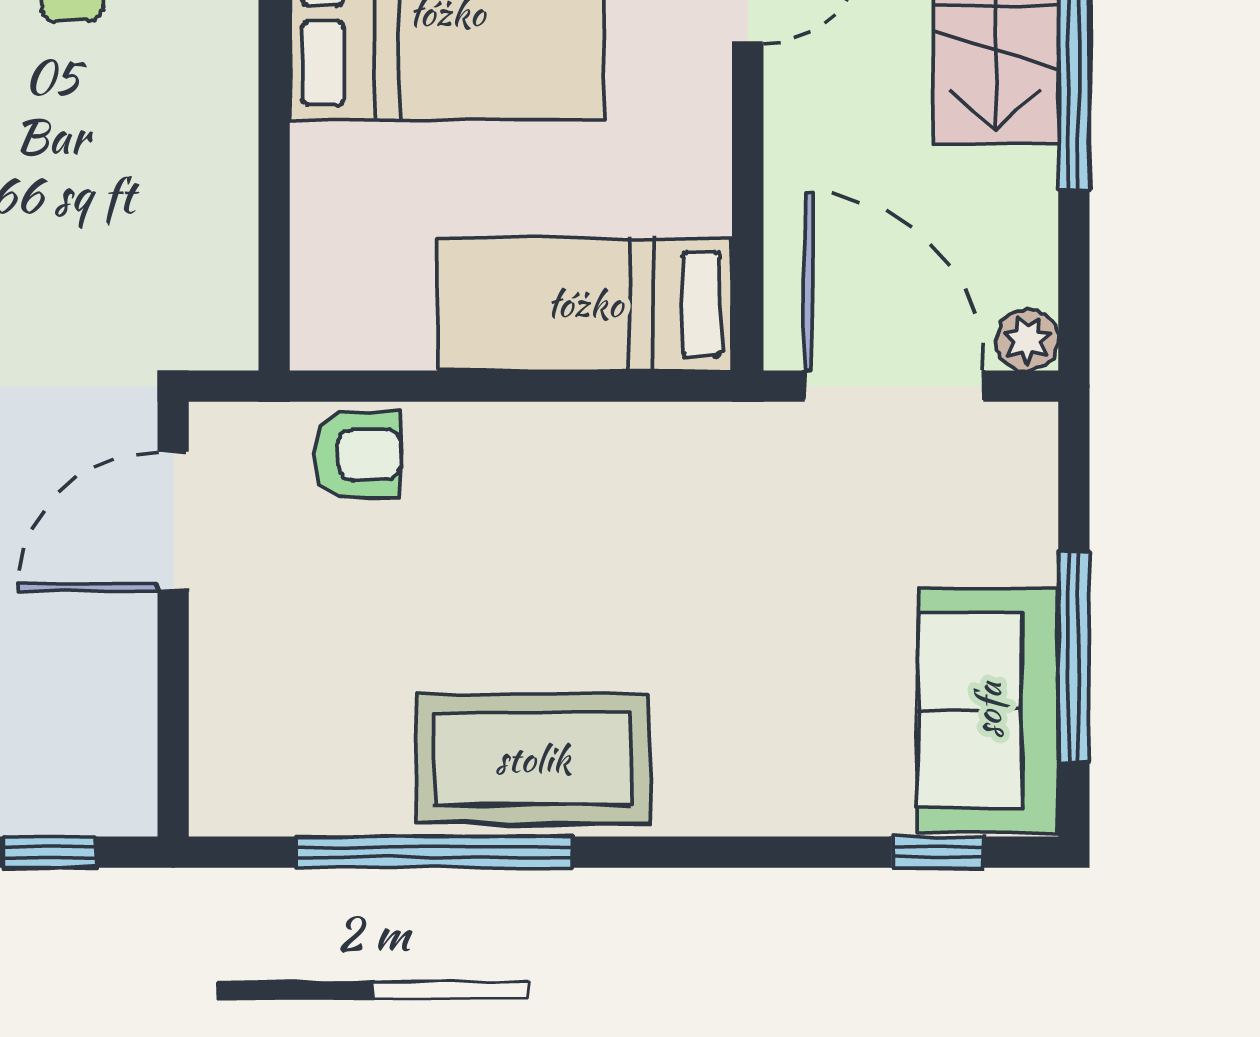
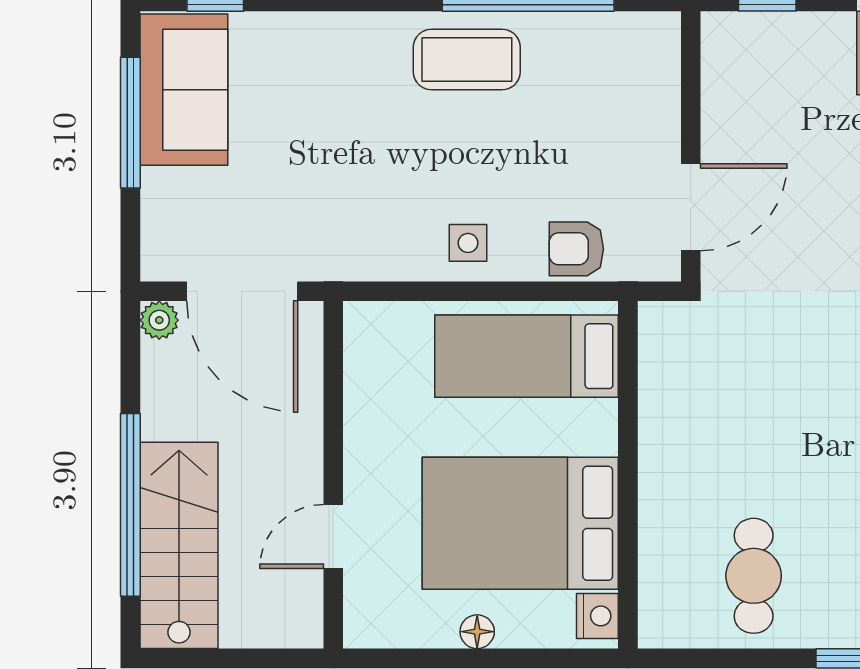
bed: (585, 304) -> (527, 356), moved, turned 180
side table: (531, 464) -> (468, 243), added
coffee table: (533, 759) -> (467, 60), width x0.73, depth x0.76

